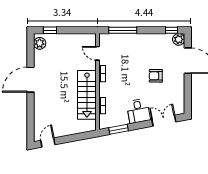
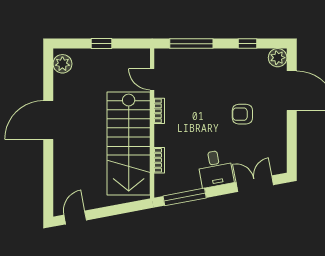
window: (50, 30) -> (101, 44), moved
window: (171, 30) -> (247, 44), moved
stairs: (87, 95) -> (129, 144), width x1.36, depth x1.51
window: (119, 129) -> (185, 197), width x1.44

